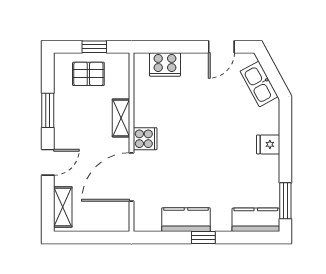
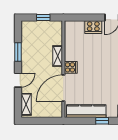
cooker: (165, 64) -> (93, 27), moved
pallet: (88, 74) -> (40, 32), removed
kitchen counter: (186, 220) -> (86, 111), width x1.50

